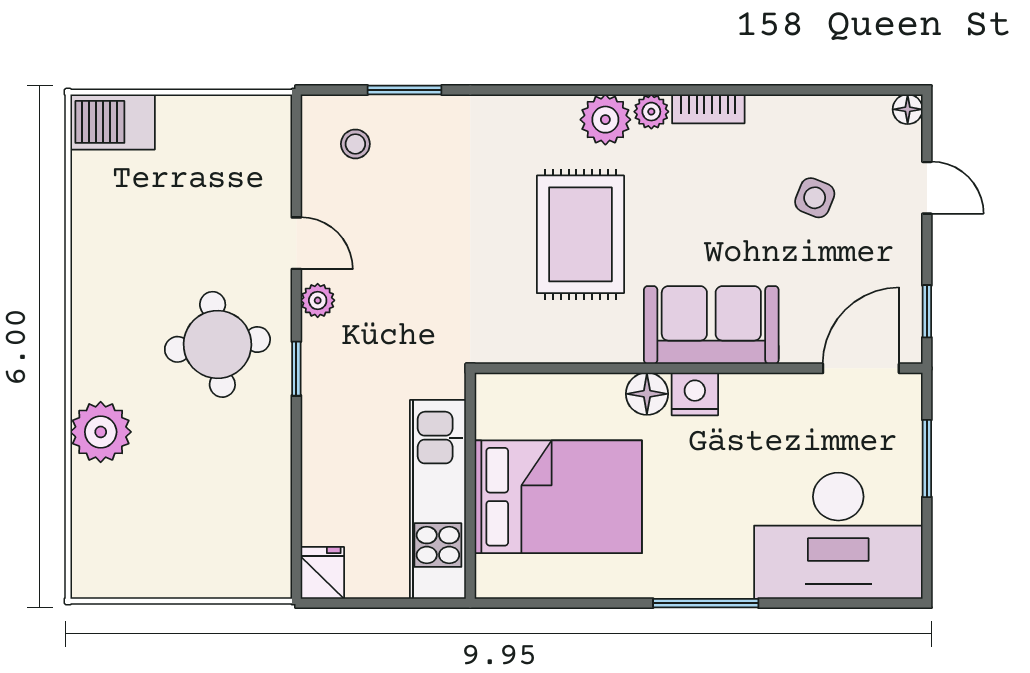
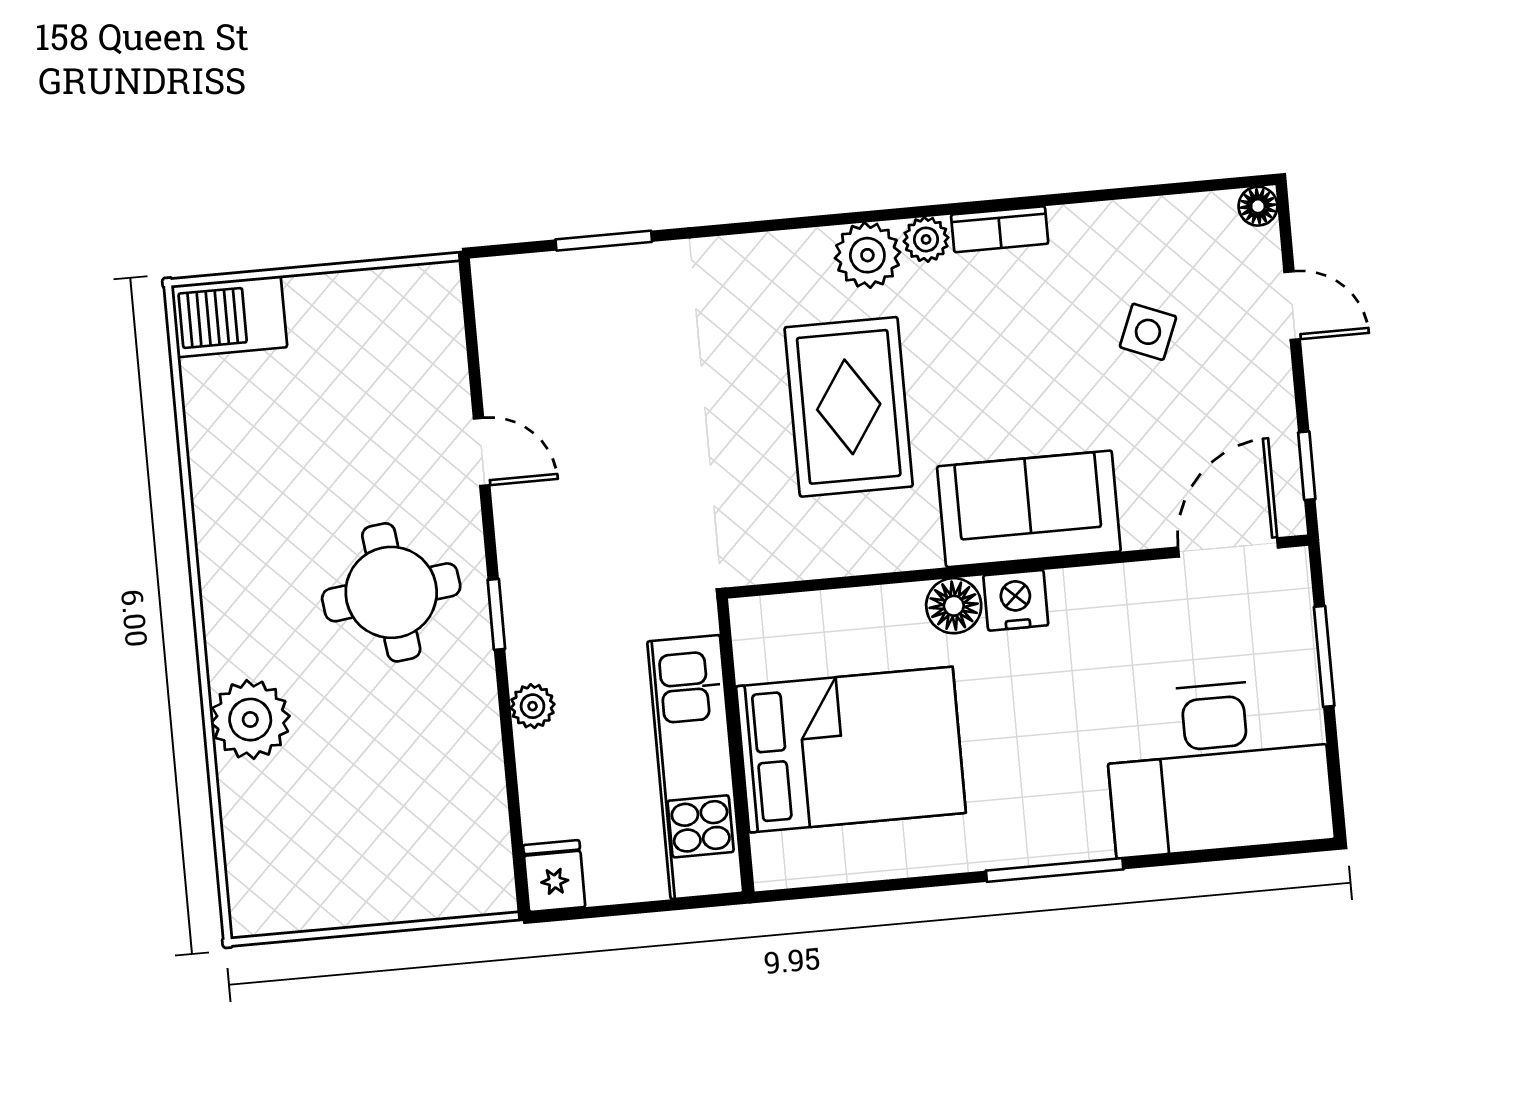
stool: (355, 144) -> (546, 316), removed
plant: (318, 300) -> (533, 706), moved

